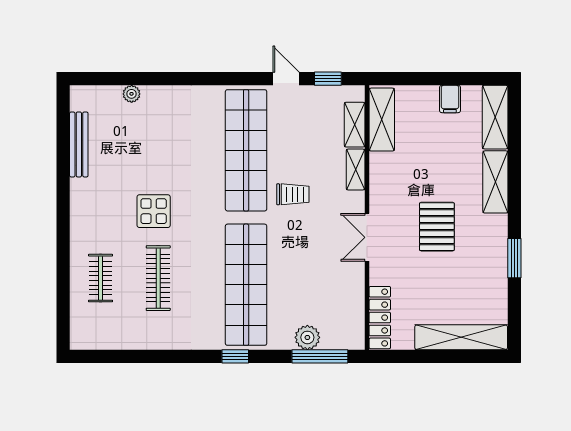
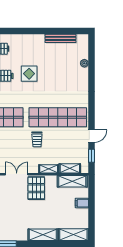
filing cabinet: (450, 99) -> (82, 203), moved
pallet: (437, 227) -> (36, 188), moved, turned 90

